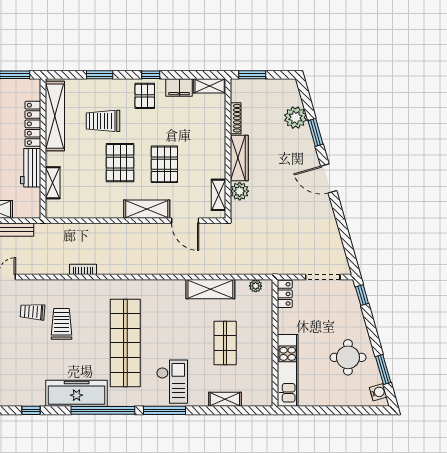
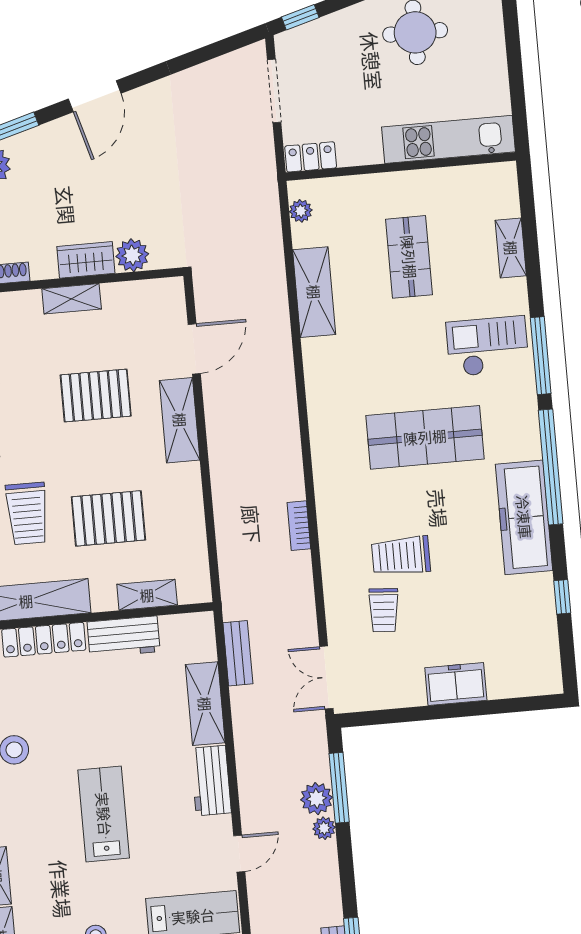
wardrobe: (239, 158) -> (86, 260), width x0.67
pallet: (120, 163) -> (108, 518), moved
shelving: (219, 195) -> (72, 299), moved
shop shelf: (125, 343) -> (425, 437), width x0.71
shop shelf: (225, 343) -> (409, 257), turned 90

